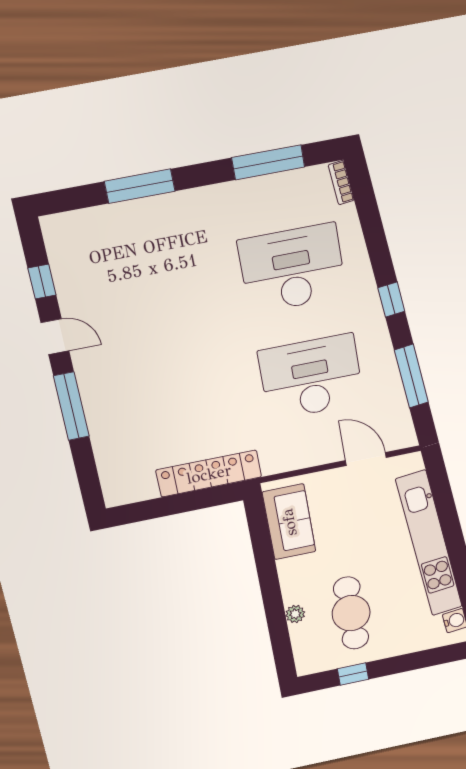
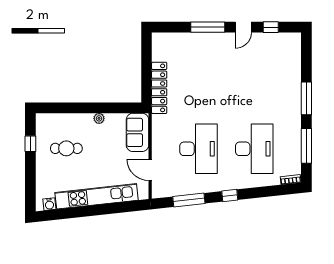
window: (140, 186) -> (306, 98), moved
door: (366, 459) -> (150, 170), swing flipped
sofa: (289, 522) -> (137, 132), moved, turned 90
cafe table: (351, 613) -> (66, 148), width x0.73, depth x0.74
plant: (295, 614) -> (99, 118), moved

